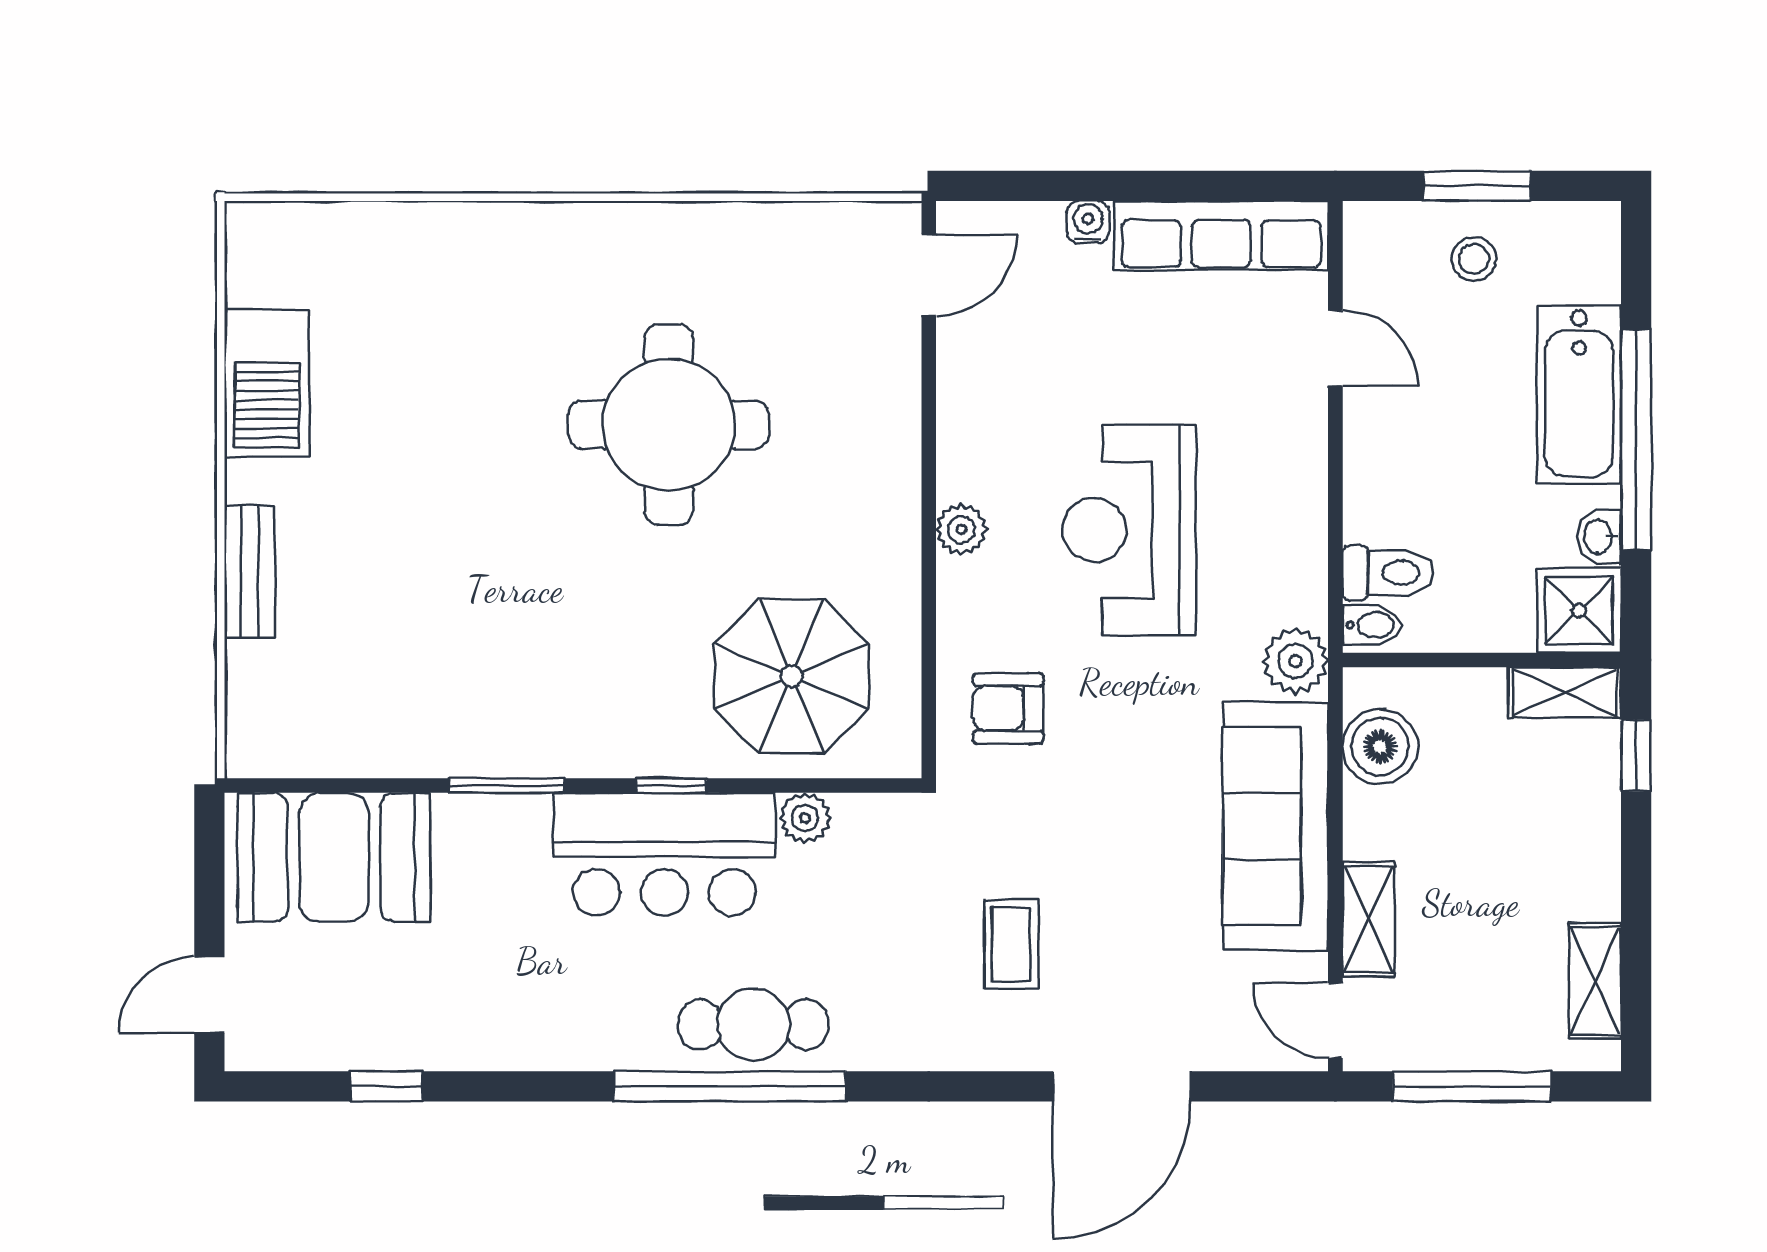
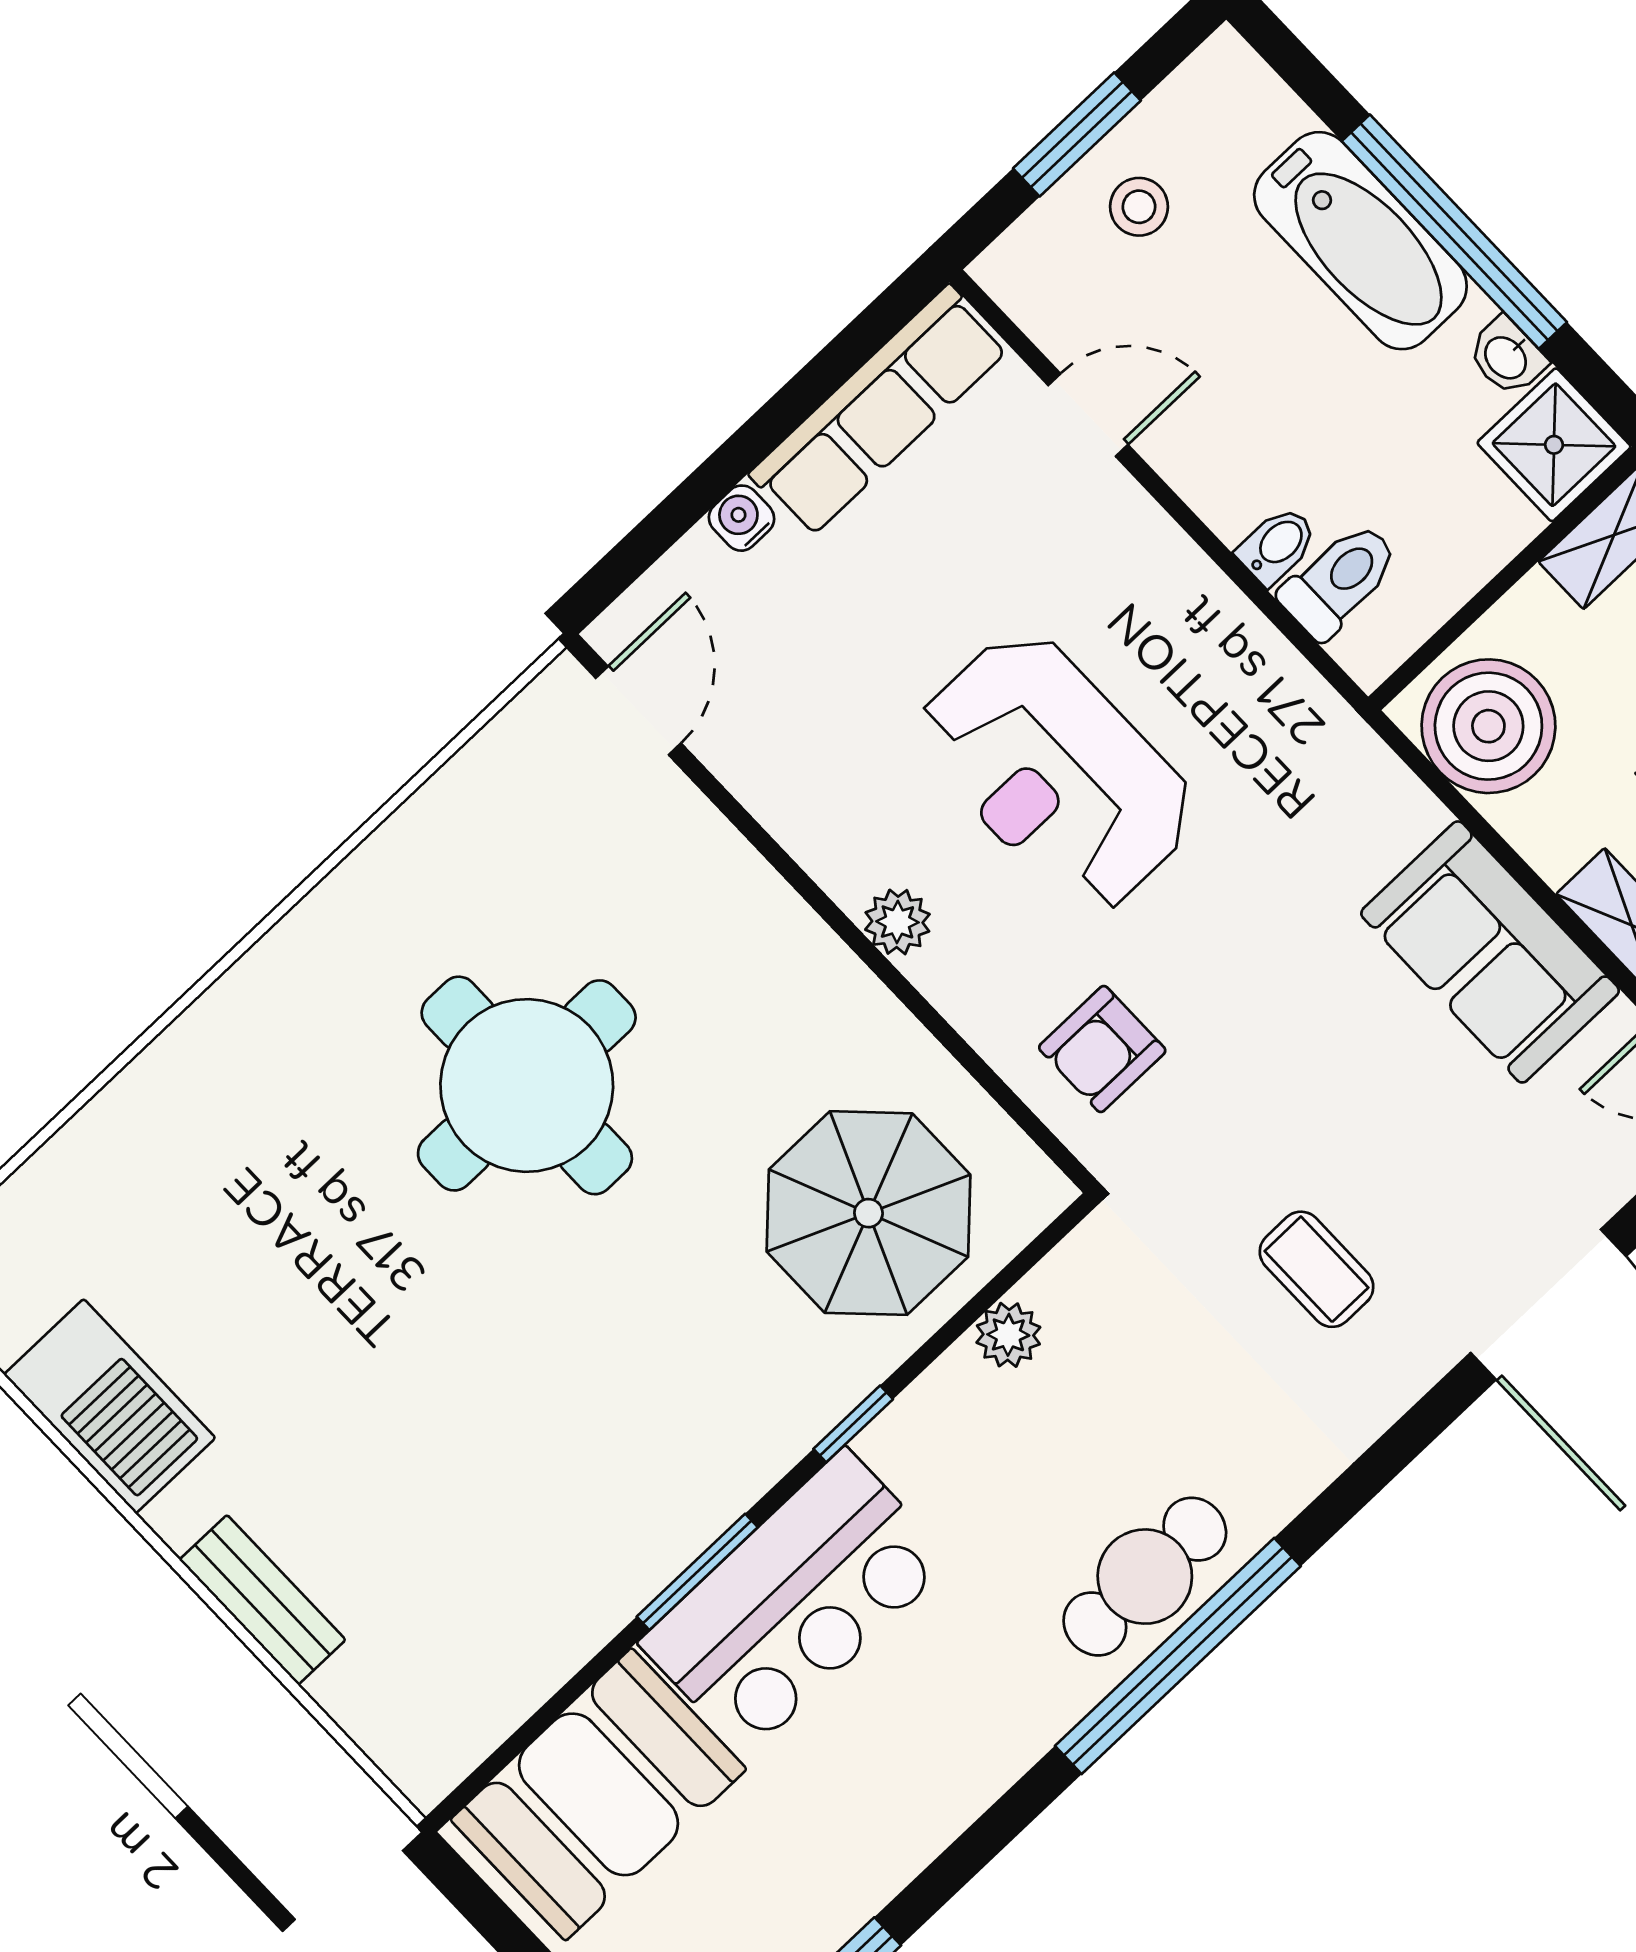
bidet: (1372, 625) -> (1277, 546), moved
plant: (1295, 661) -> (1331, 747), removed
boiler: (1380, 746) -> (1488, 726), width x1.37, depth x1.37
sofa: (1275, 826) -> (1490, 952), width x0.73
bar counter: (664, 854) -> (796, 1602), moved

